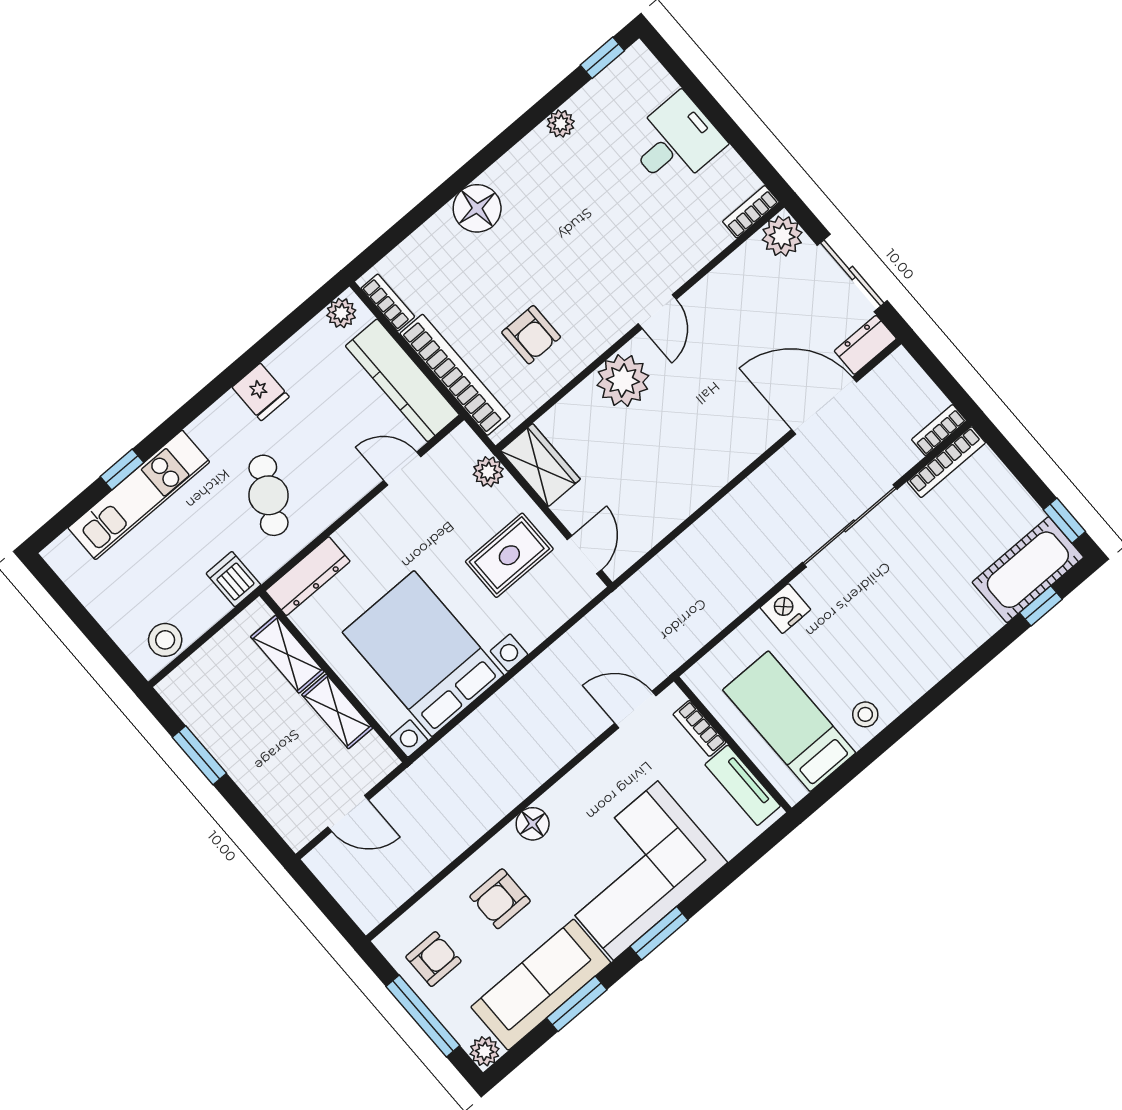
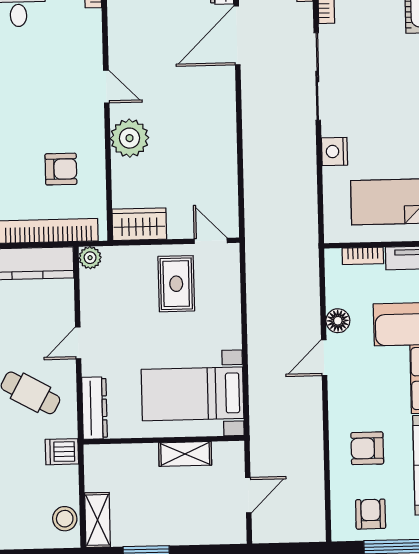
door: (402, 469) -> (78, 343), moved
plant: (488, 472) -> (90, 258), moved
shelving: (287, 654) -> (97, 520), moved, turned 90
bed with nightstands: (423, 654) -> (193, 394), width x0.73
door: (635, 710) -> (324, 358), moved
floor lamp: (533, 824) -> (338, 321), moved
armchair: (500, 899) -> (367, 448), turned 90

